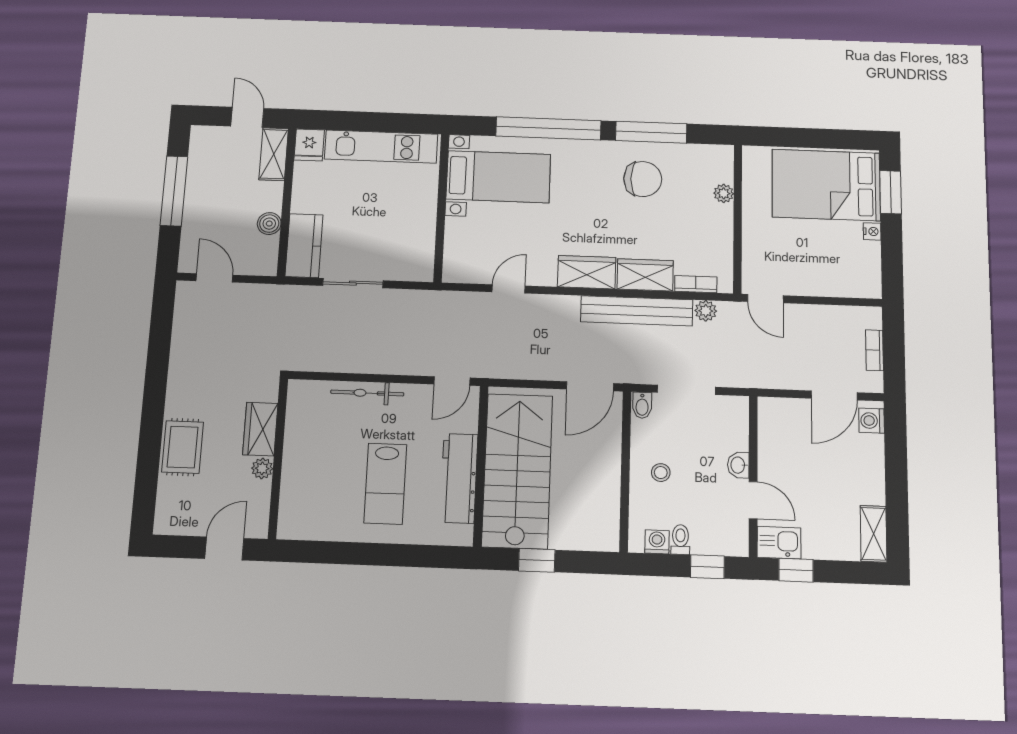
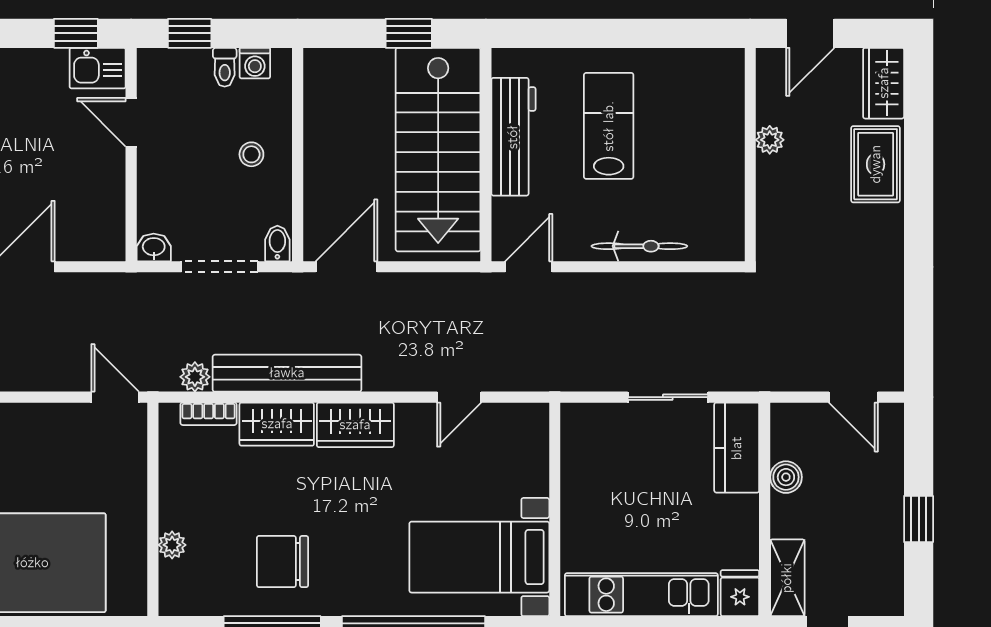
window: (174, 191) -> (919, 519), width x0.46
wardrobe: (260, 429) -> (884, 83), moved, turned 180
washbasin: (738, 465) -> (154, 247), moved, turned -90

